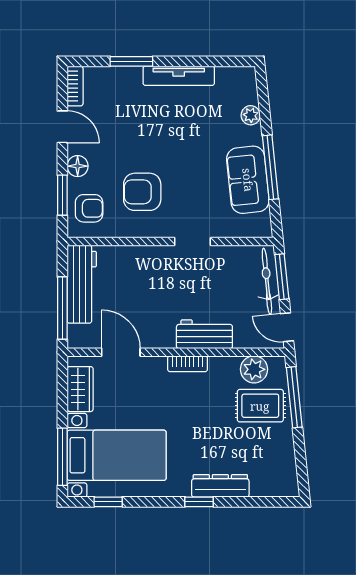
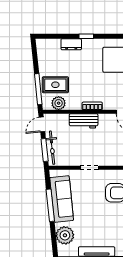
plant: (251, 115) -> (65, 235), width x1.88, depth x1.88
sofa: (248, 180) -> (62, 199), width x1.36
door: (287, 327) -> (42, 124), swing flipped
dresser: (220, 486) -> (71, 44), width x0.70

